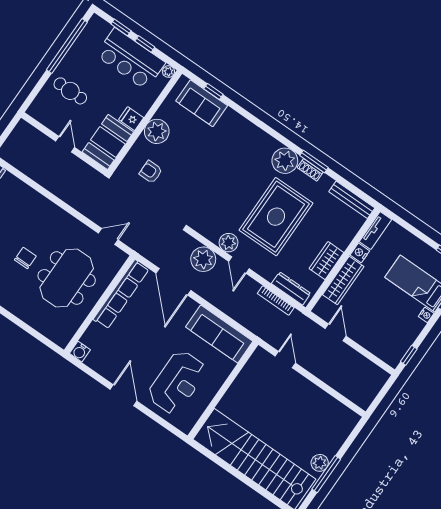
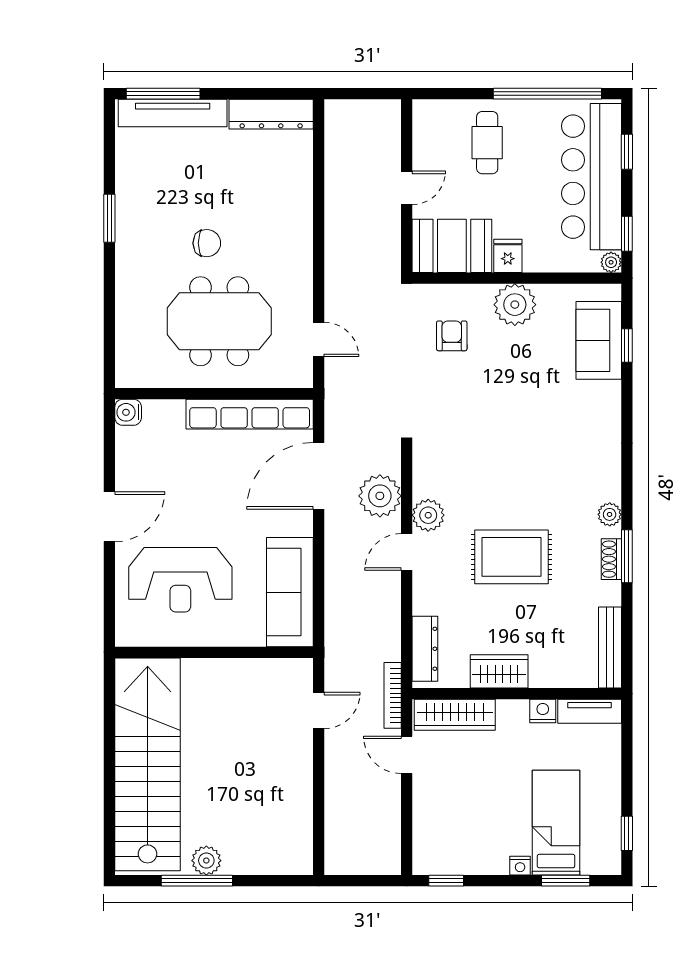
window: (145, 44) -> (627, 234), moved
bar counter: (130, 59) -> (591, 177), width x1.36
plant: (285, 161) -> (610, 514), width x0.53, depth x0.53
rug: (276, 217) -> (512, 557), width x0.73, depth x0.69
wardrobe: (343, 281) -> (455, 715), moved
bookcase: (276, 301) -> (393, 695), moved
door: (336, 332) -> (407, 755), swing flipped

